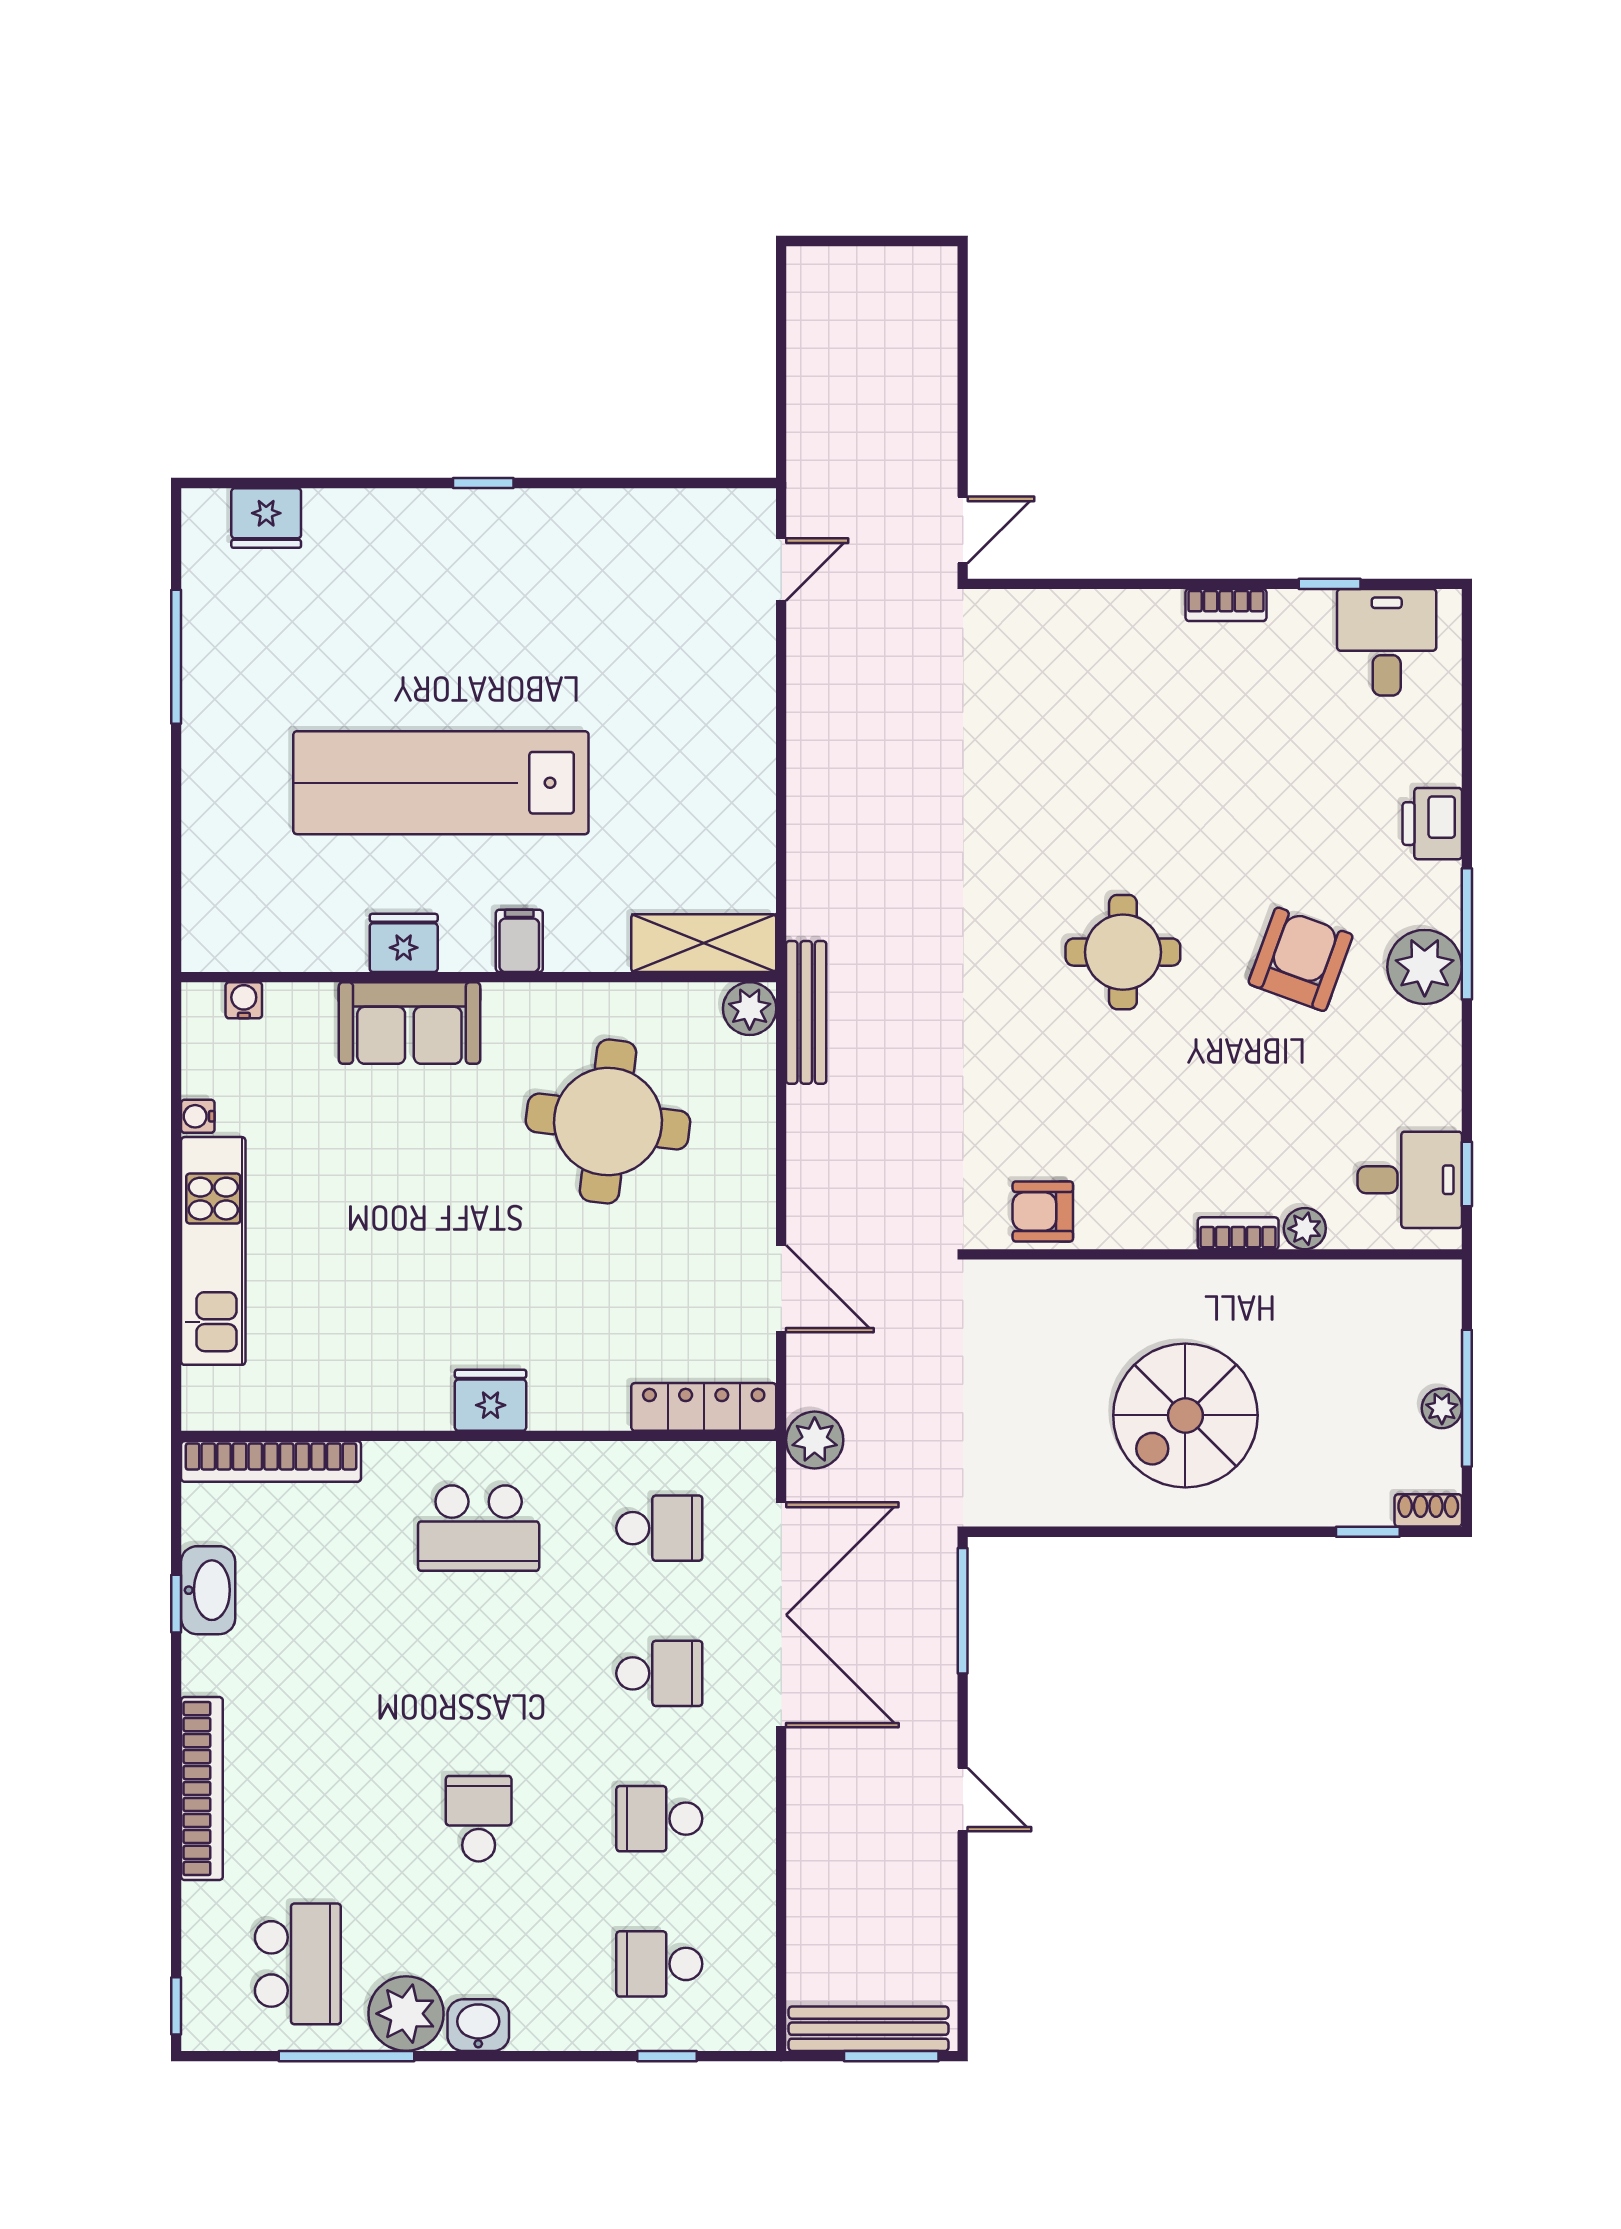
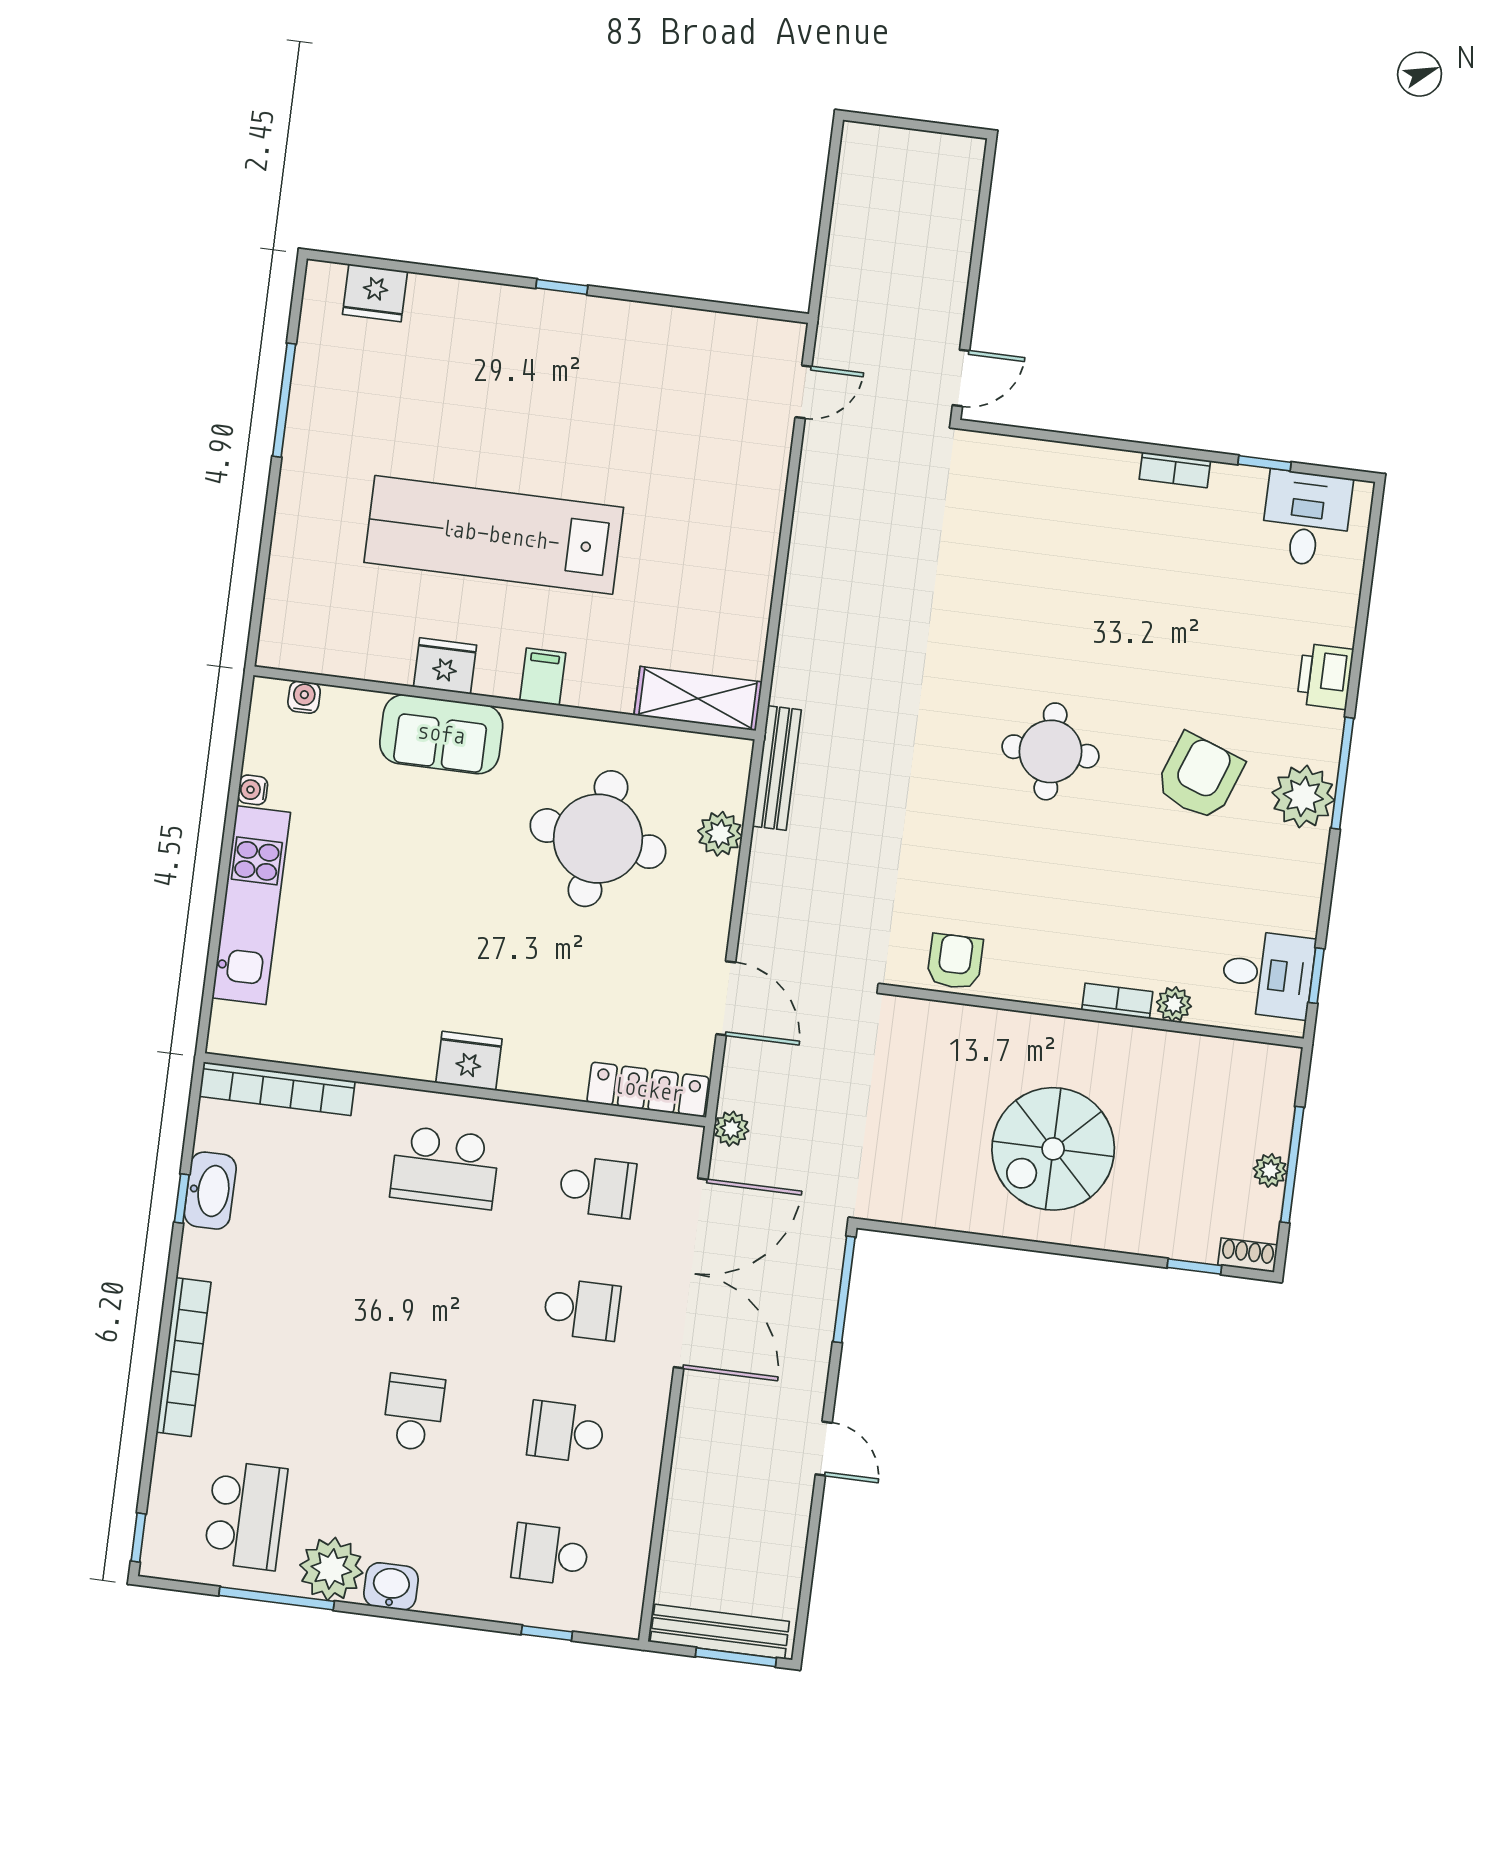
plant: (750, 1009) -> (720, 834), moved
armchair: (1043, 1211) -> (955, 961), turned 90
plant: (815, 1440) -> (731, 1129), width x0.73, depth x0.73

